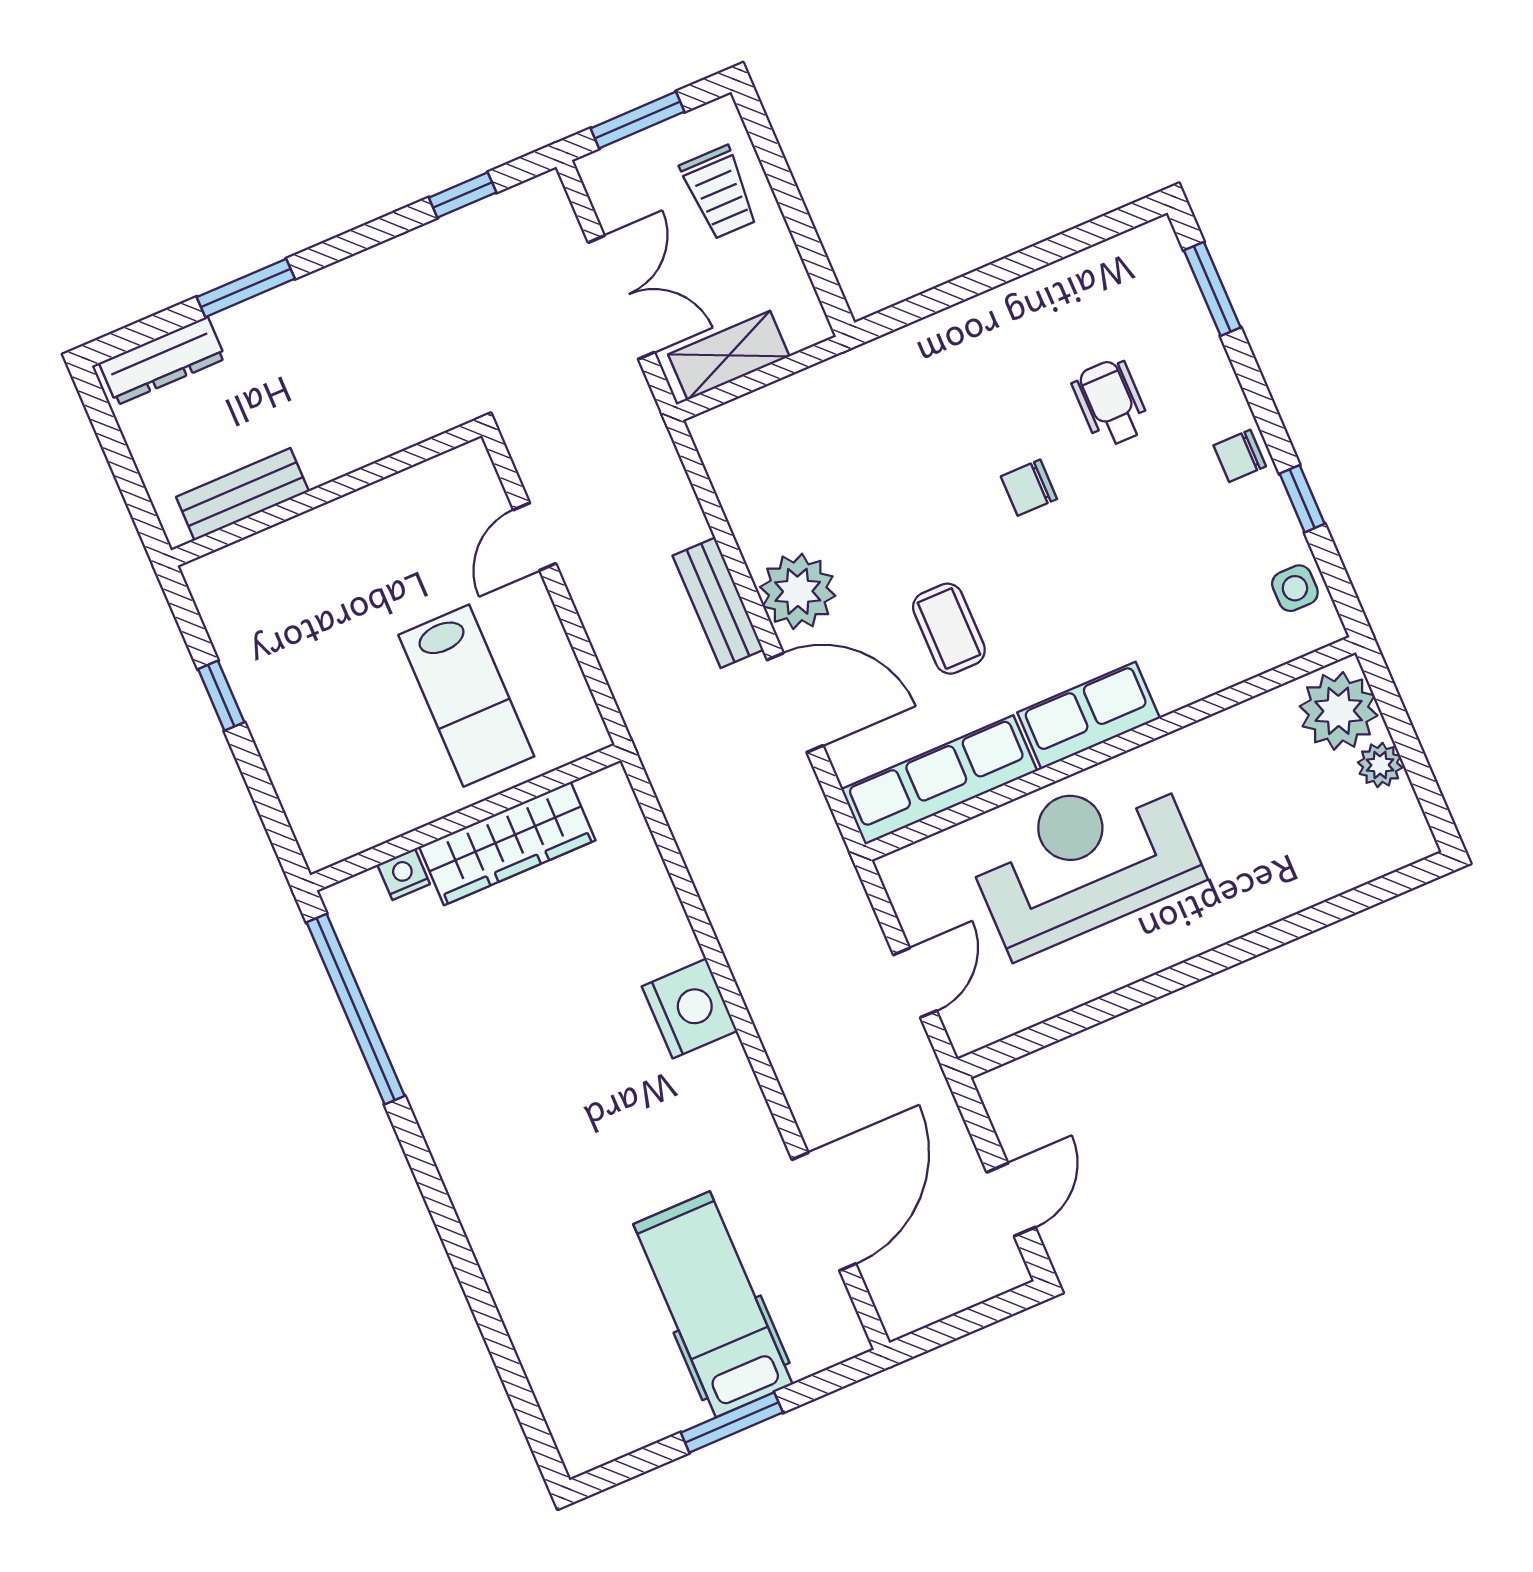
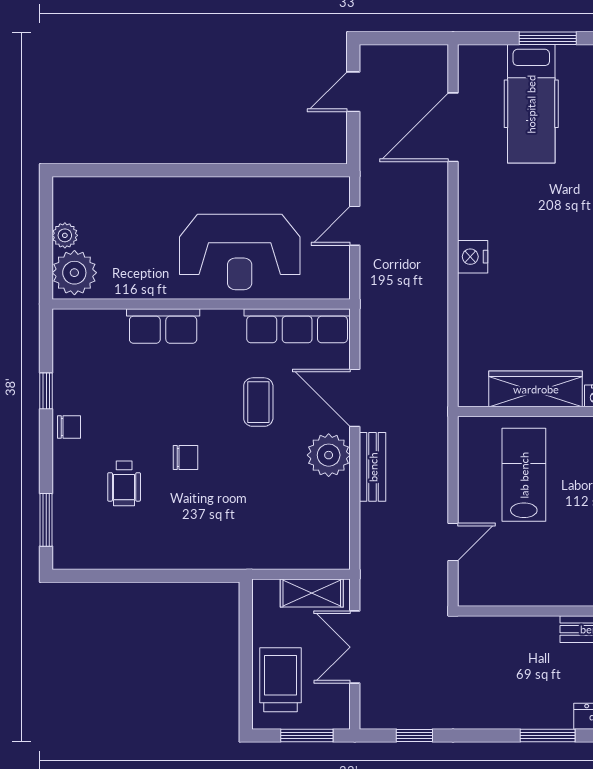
trolley: (719, 192) -> (281, 680), width x1.36, depth x1.39
side table: (1295, 588) -> (70, 346), removed
row of seats: (1089, 715) -> (163, 326), moved
nightstand: (690, 1009) -> (473, 257), width x0.74, depth x0.75

